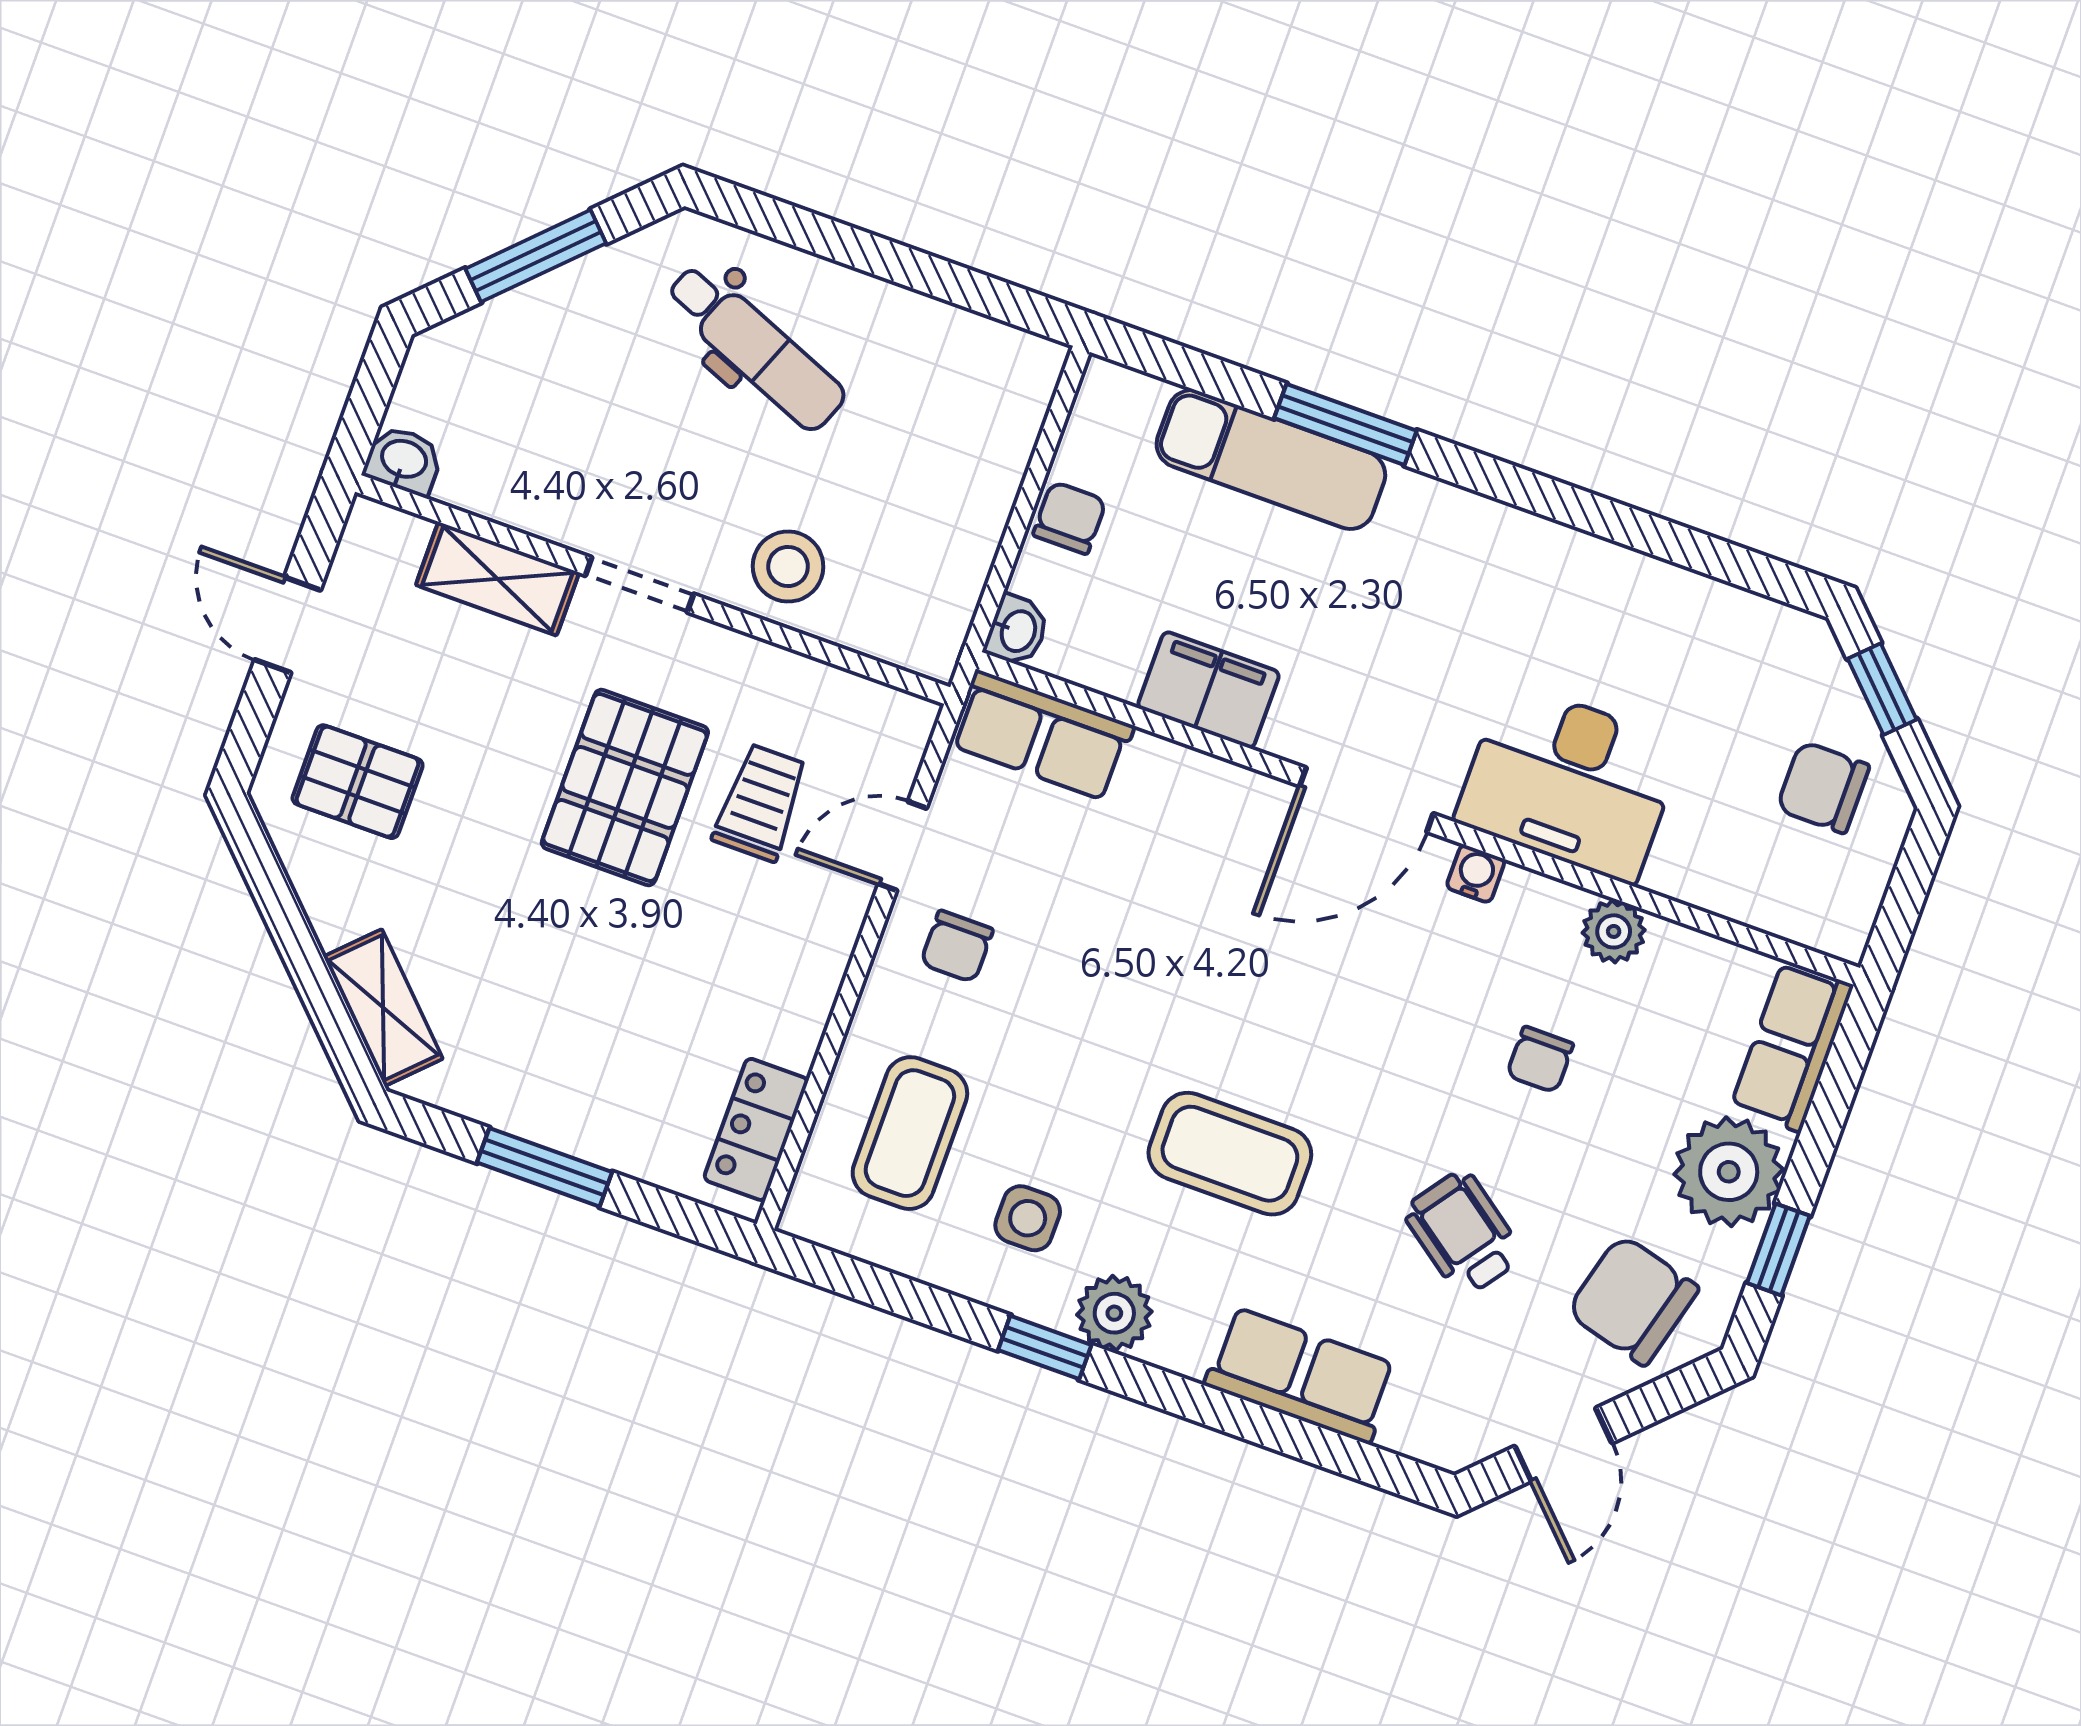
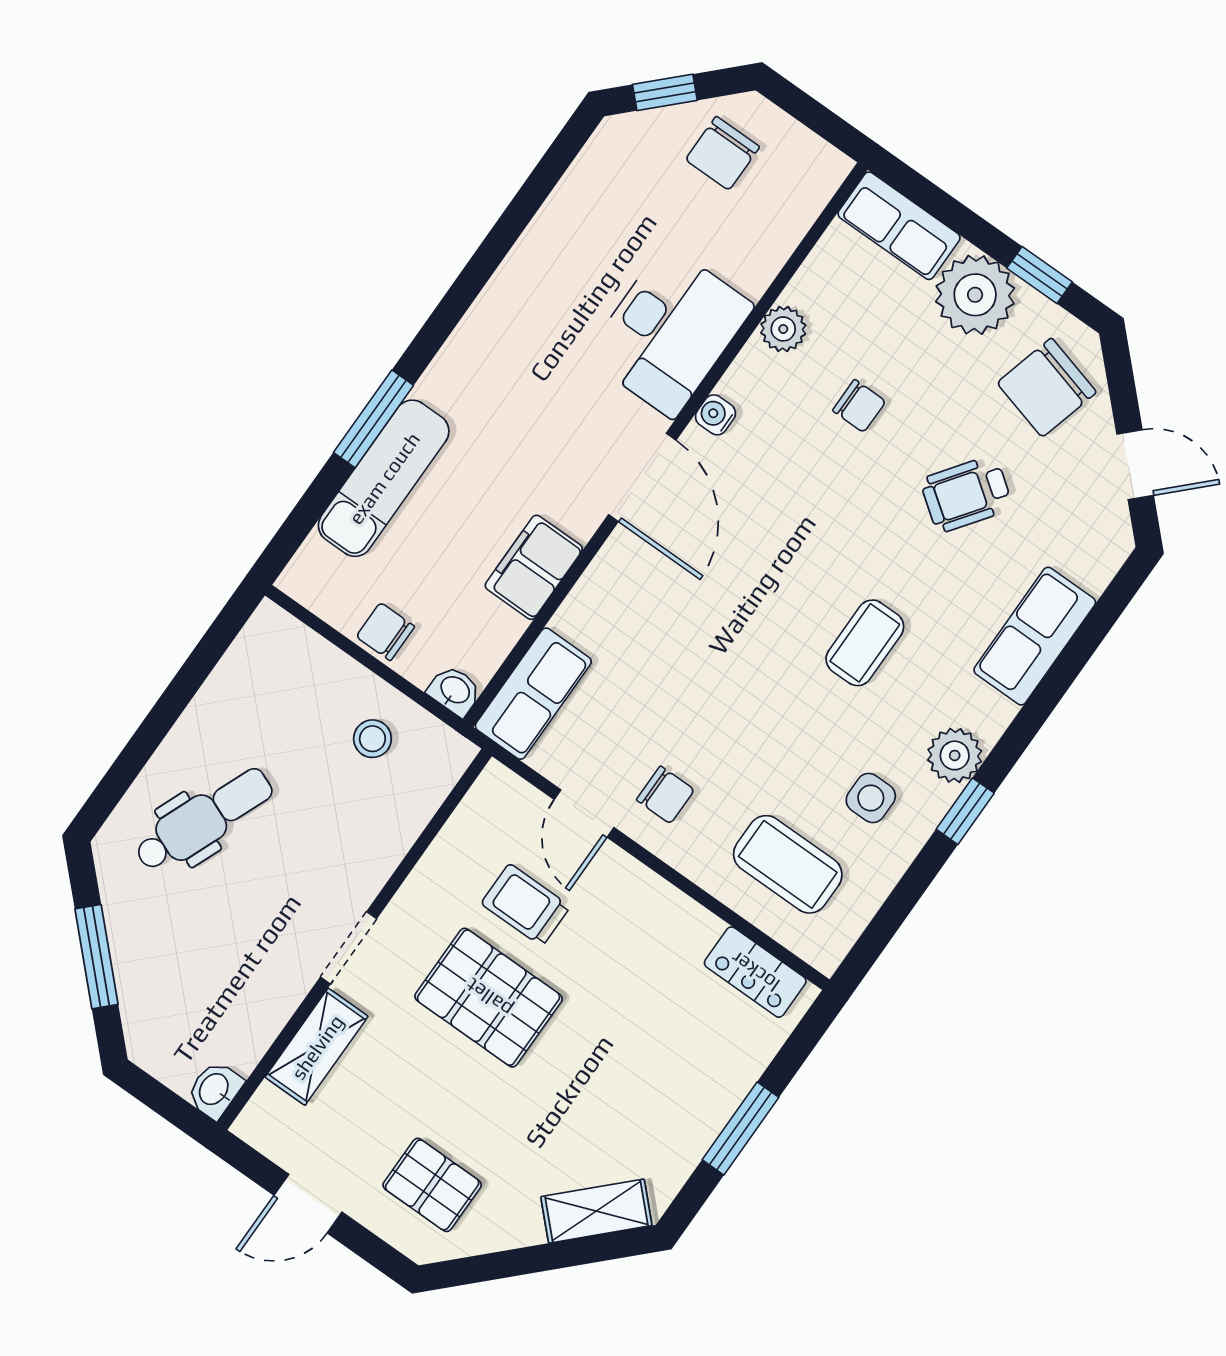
stool: (788, 566) -> (372, 739), moved, width x0.73, depth x0.73
pallet: (358, 782) -> (432, 1185), turned 90
coffee table: (1230, 1154) -> (865, 643), width x0.73, depth x0.77

